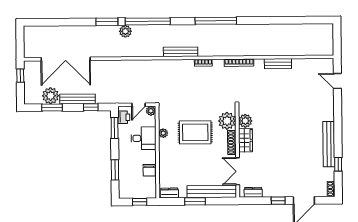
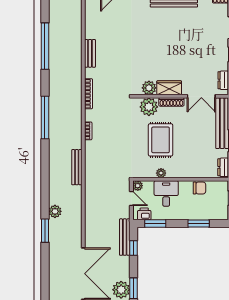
window: (148, 21) -> (45, 46), moved
bench: (181, 52) -> (77, 167), moved
bench: (78, 99) -> (125, 237), moved

